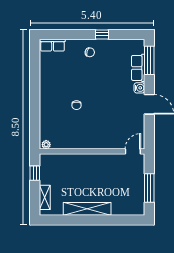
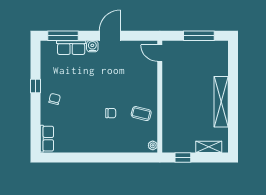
coffee table: (76, 134) -> (141, 114), added

